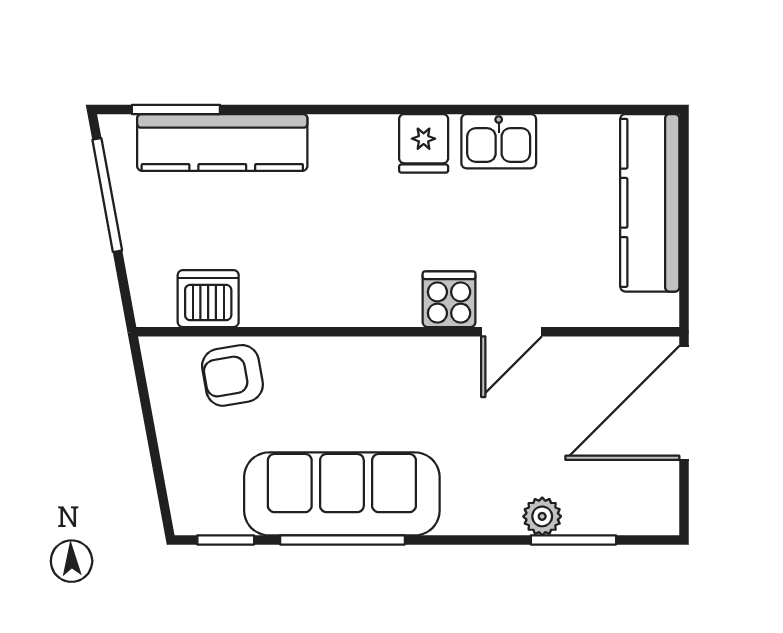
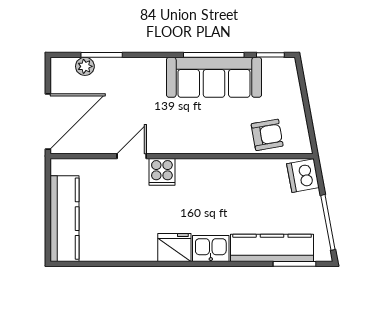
kitchen sink: (499, 141) -> (211, 249), moved
fridge: (424, 143) -> (174, 247), width x1.38
dishwasher: (208, 299) -> (303, 176), moved, turned 80
plant: (542, 516) -> (85, 66), moved

